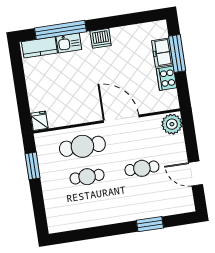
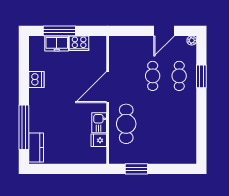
dishwasher: (101, 38) -> (36, 80), moved
kitchen sink: (69, 43) -> (99, 123), moved, turned 180
fridge: (39, 121) -> (99, 140), moved
plant: (172, 124) -> (192, 40), moved, width x0.53, depth x0.53
cafe table: (87, 177) -> (179, 76), moved

